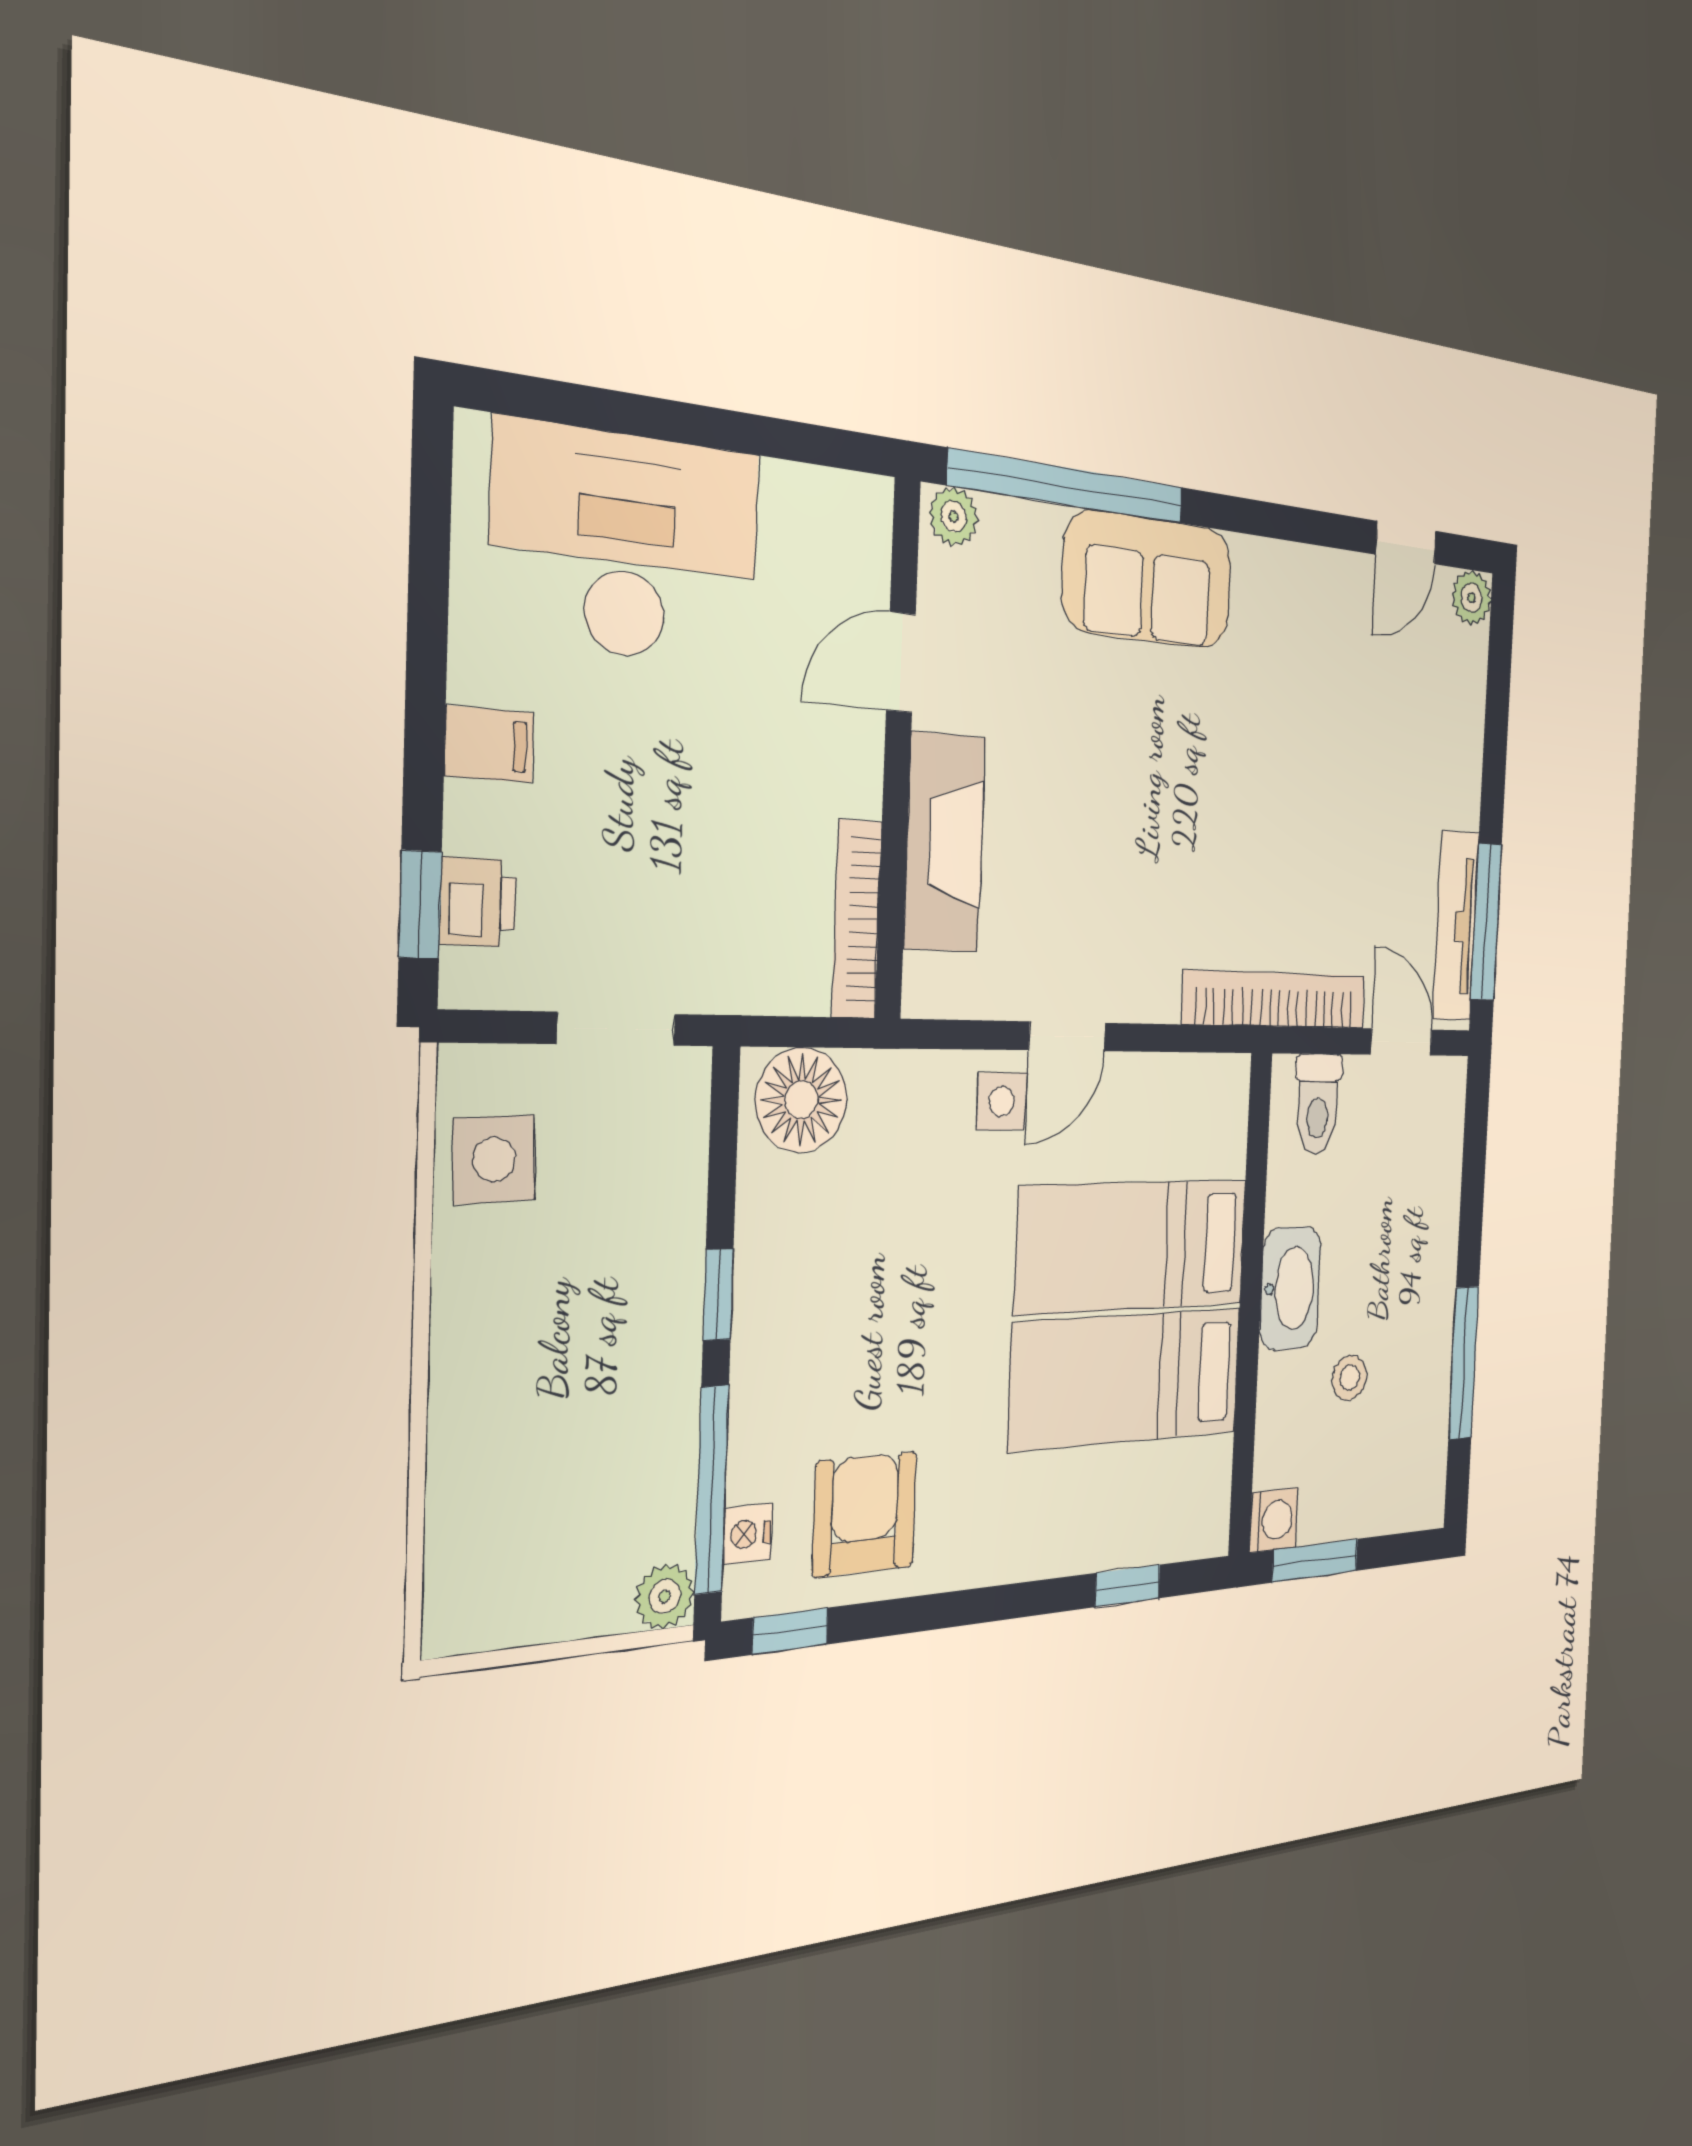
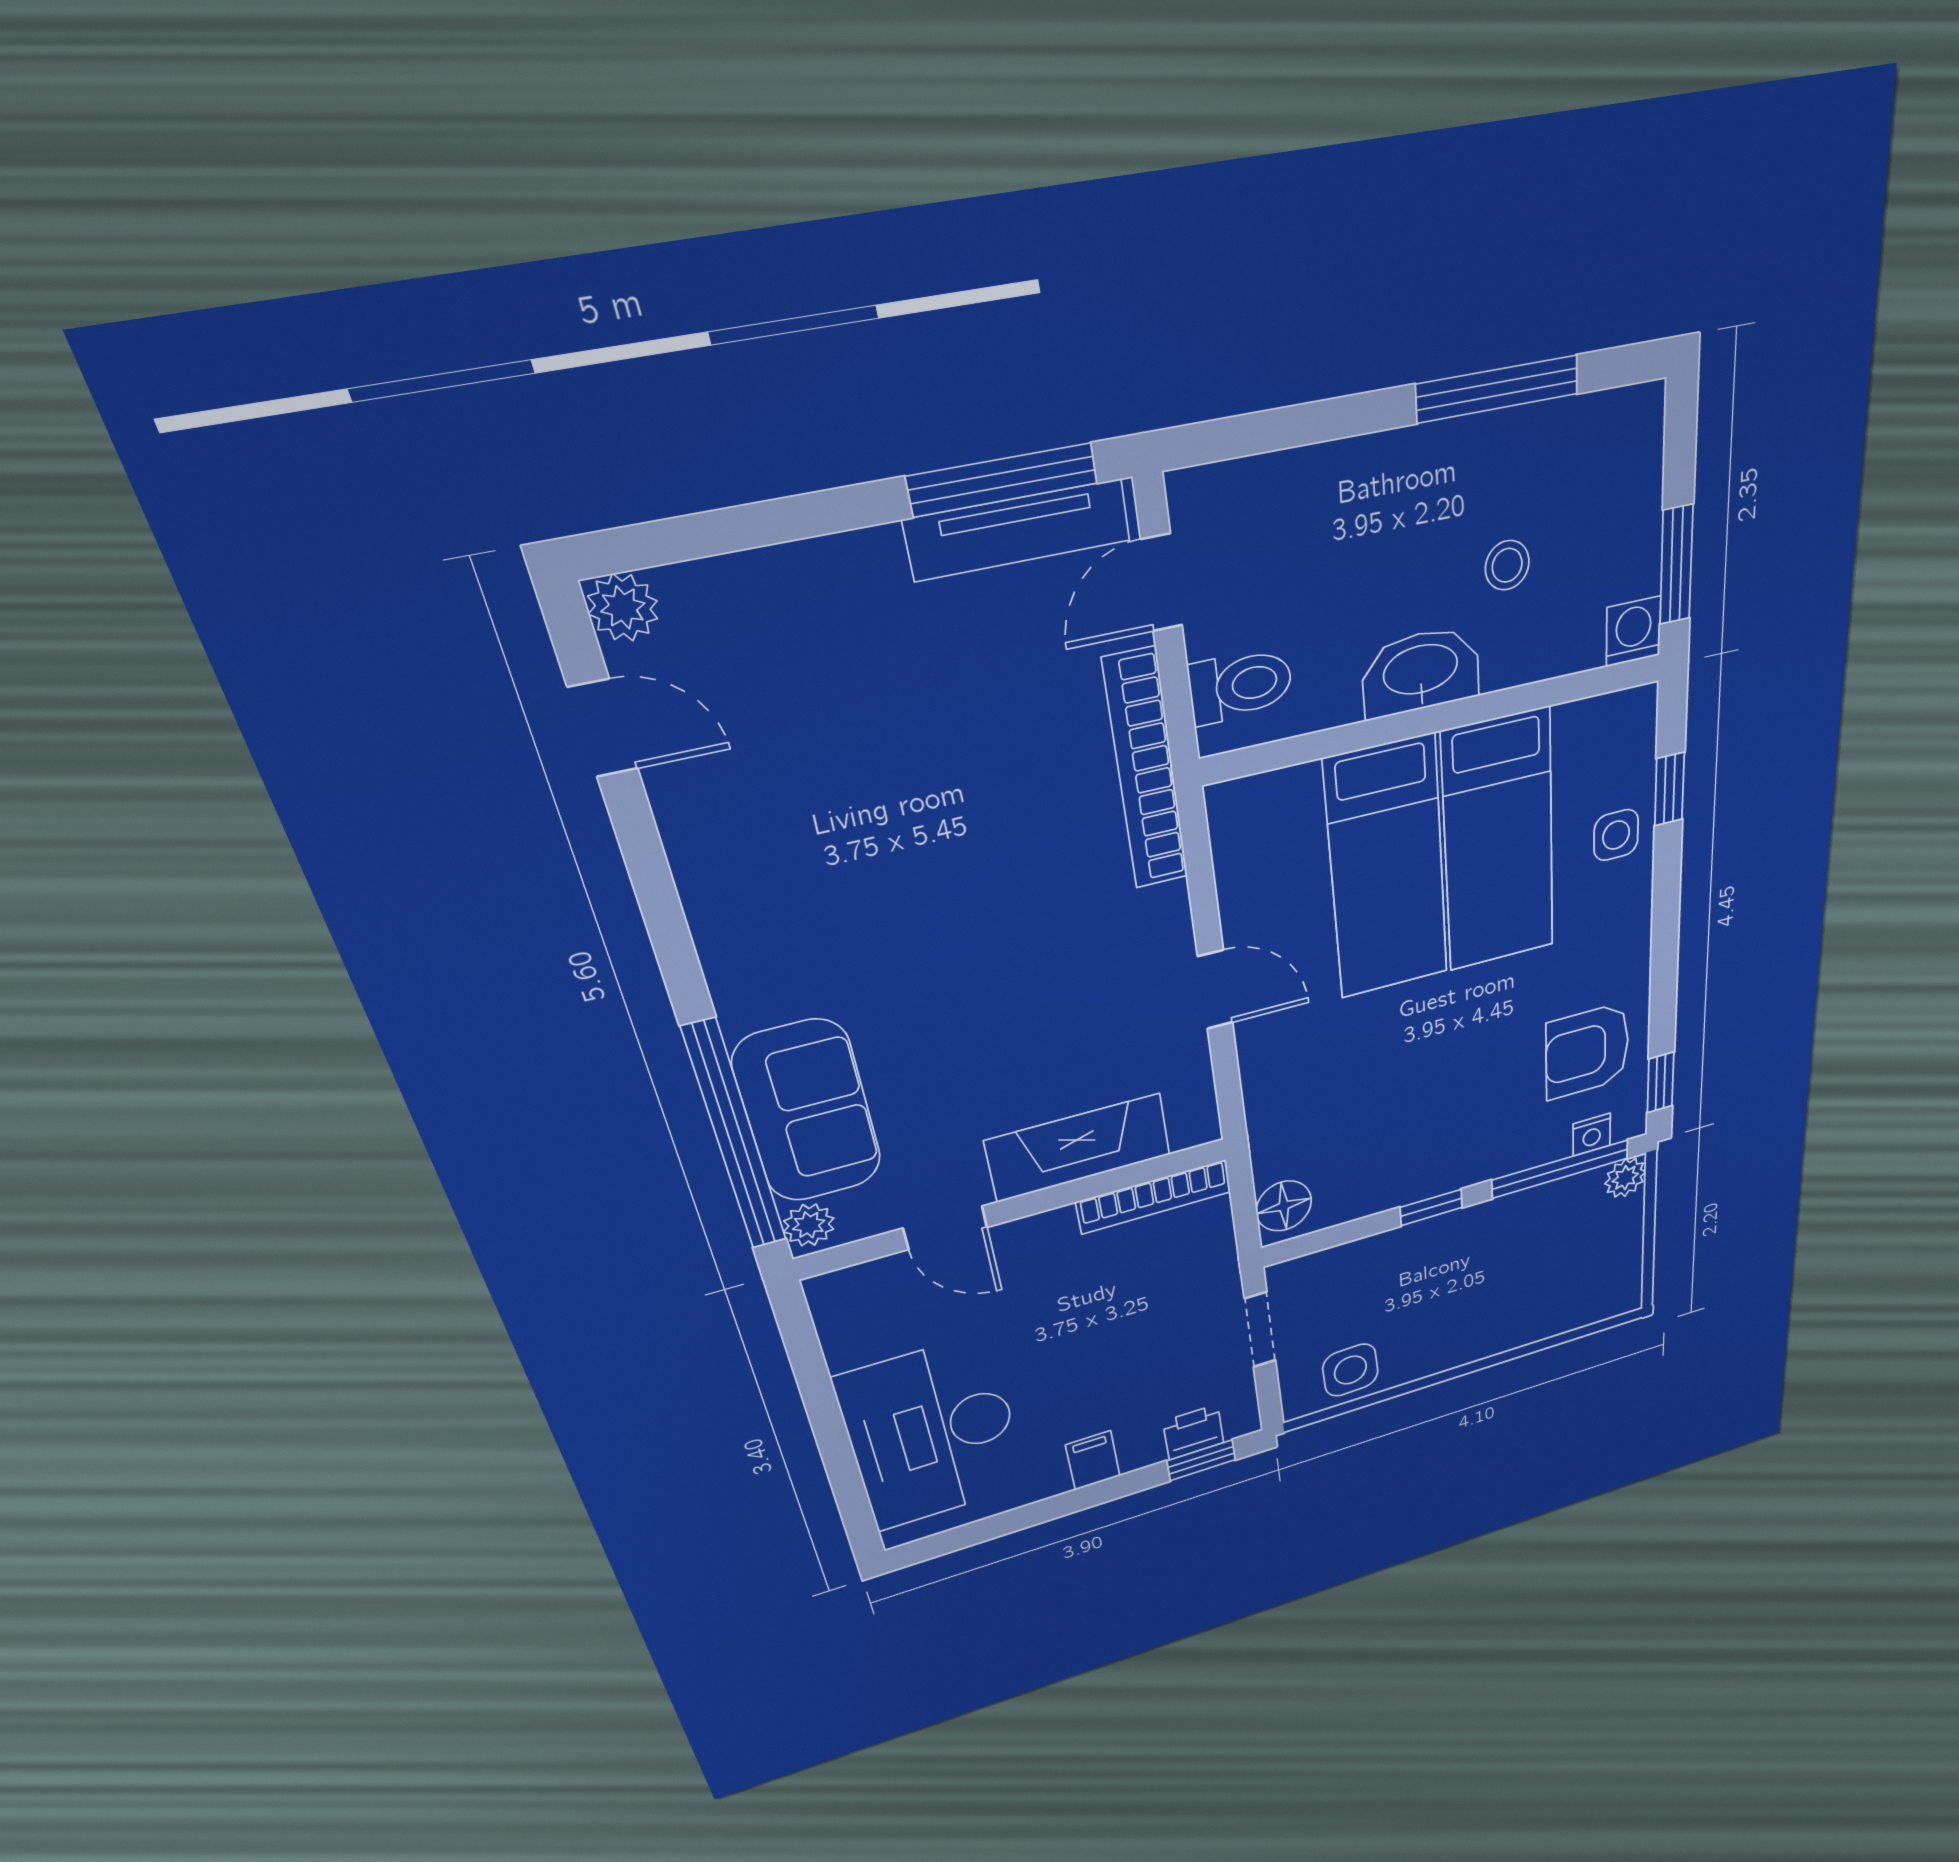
sofa: (1148, 580) -> (808, 1112), moved
floor lamp: (801, 1100) -> (1284, 1206), width x0.73, depth x0.73
side table: (1002, 1101) -> (1616, 835), moved

